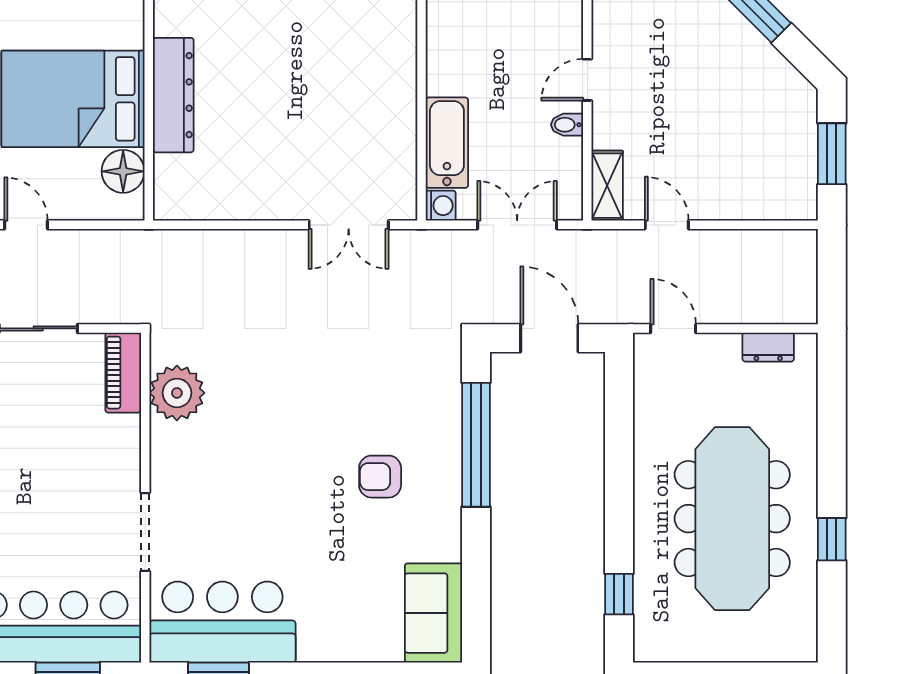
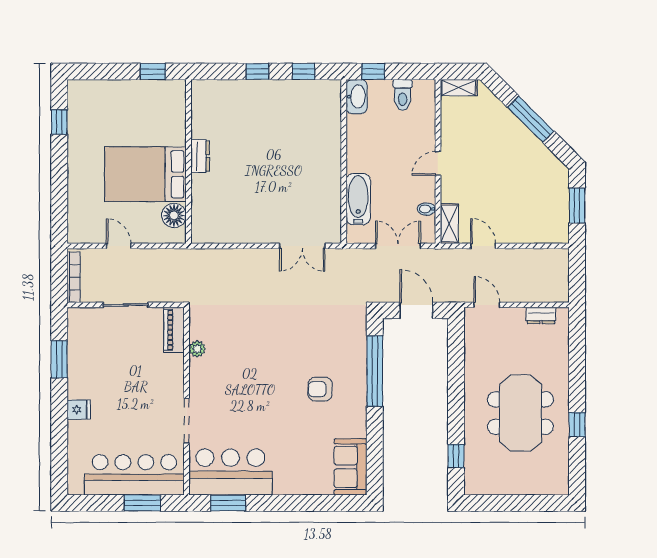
dresser: (173, 95) -> (200, 156), width x0.51, depth x0.80
bidet: (567, 125) -> (426, 209), moved
washing machine: (441, 206) -> (355, 235), removed
plant: (177, 393) -> (197, 349), width x0.53, depth x0.53
meeting table: (732, 519) -> (520, 413), width x0.73

